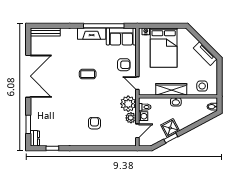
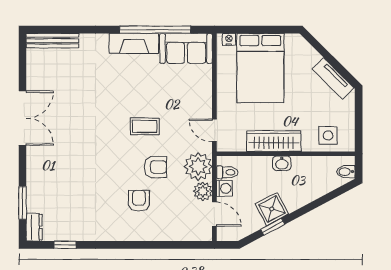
armchair: (124, 65) -> (155, 167), moved
coffee table: (88, 74) -> (145, 126), moved
double door: (28, 76) -> (23, 118), width x0.73
door: (137, 131) -> (214, 214), hinge flipped

